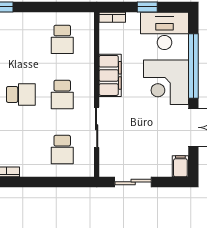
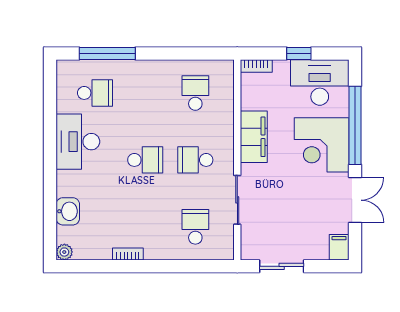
school desk: (62, 39) -> (195, 93), turned 180
school desk: (62, 94) -> (195, 160), turned 90
school desk: (62, 150) -> (195, 227), turned 180

